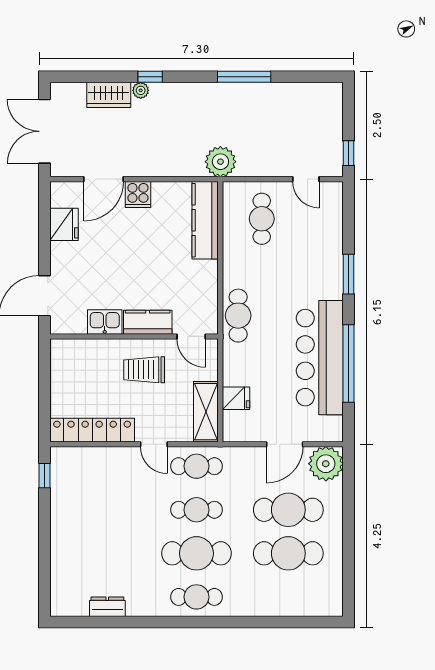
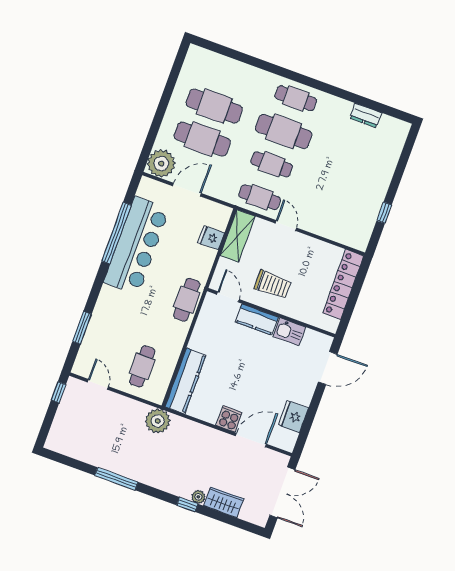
window: (348, 274) -> (82, 328), moved
locker: (92, 430) -> (343, 284), moved, turned 90
window: (45, 476) -> (384, 213), moved

